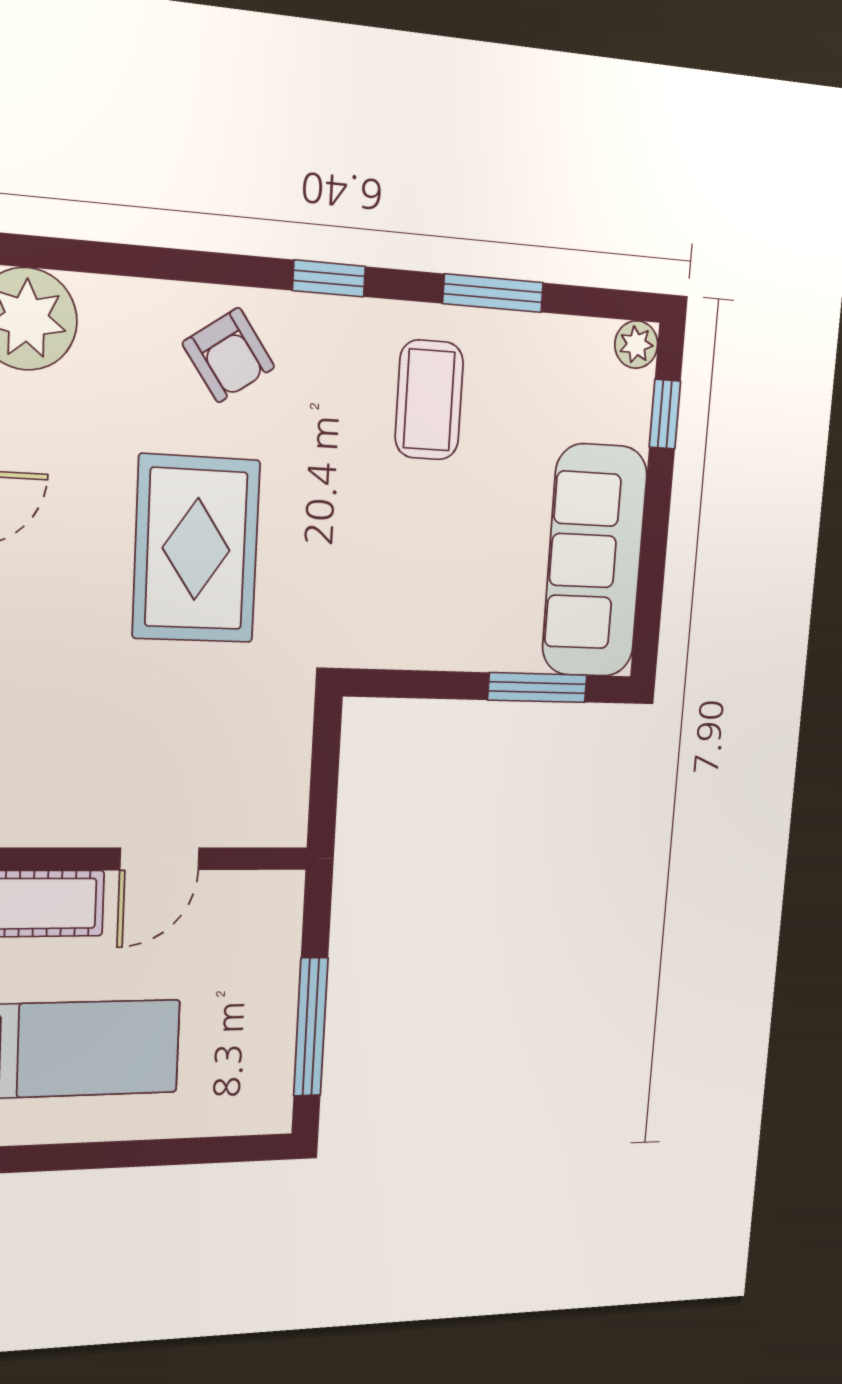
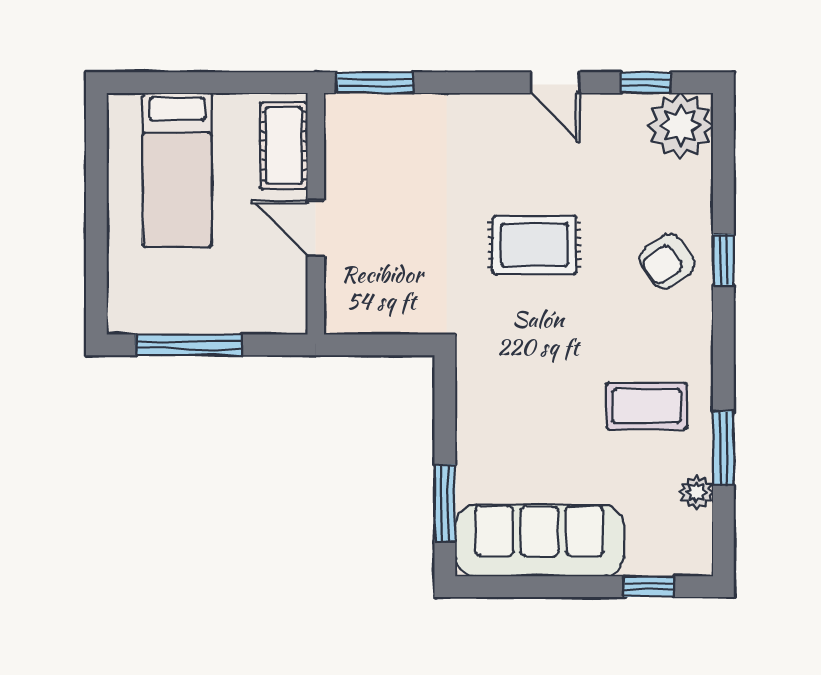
window: (329, 278) -> (723, 260), moved
plant: (636, 345) -> (697, 492), moved
rug: (196, 549) -> (535, 245), width x0.73, depth x0.70

